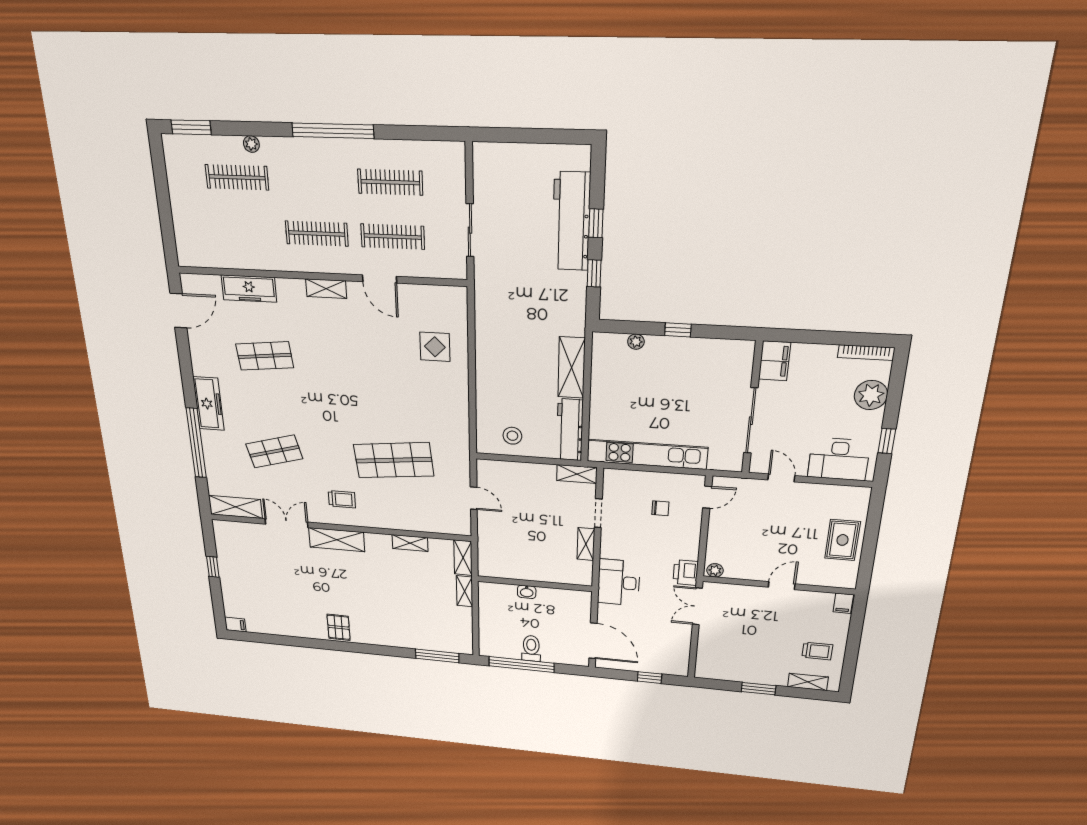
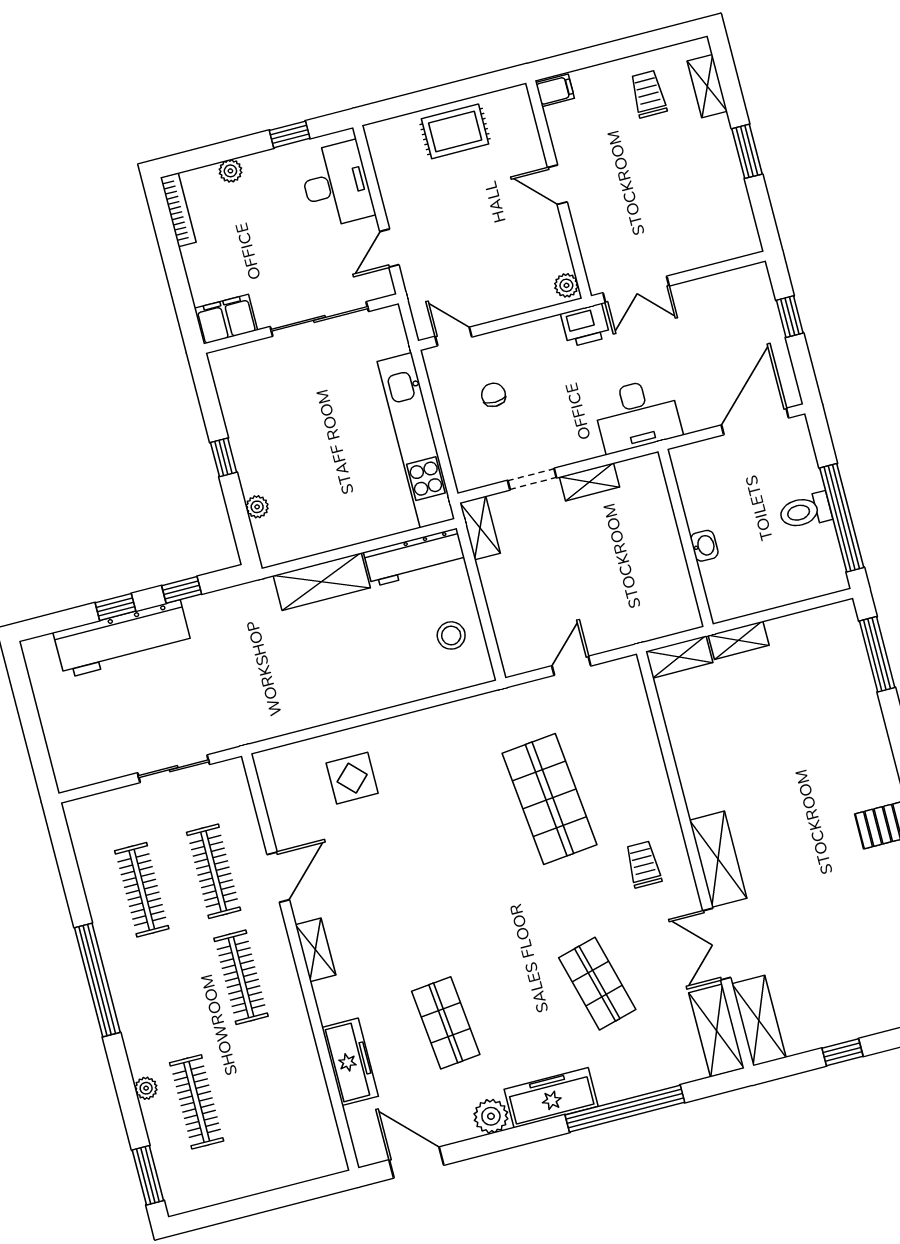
plant: (202, 365) -> (491, 1116), added
plant: (871, 395) -> (230, 171), width x0.53, depth x0.53
shelving: (410, 543) -> (759, 1021), moved, width x1.50, depth x1.33

